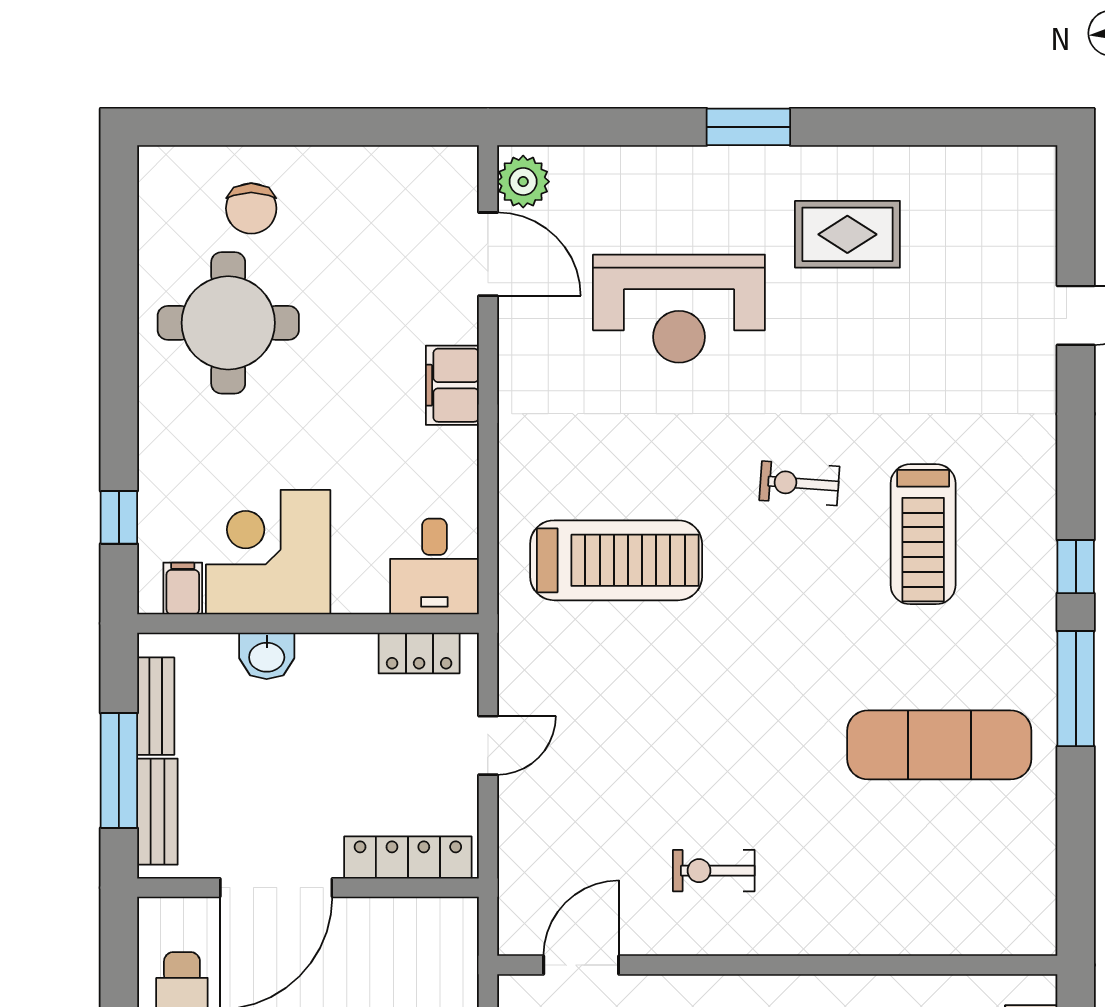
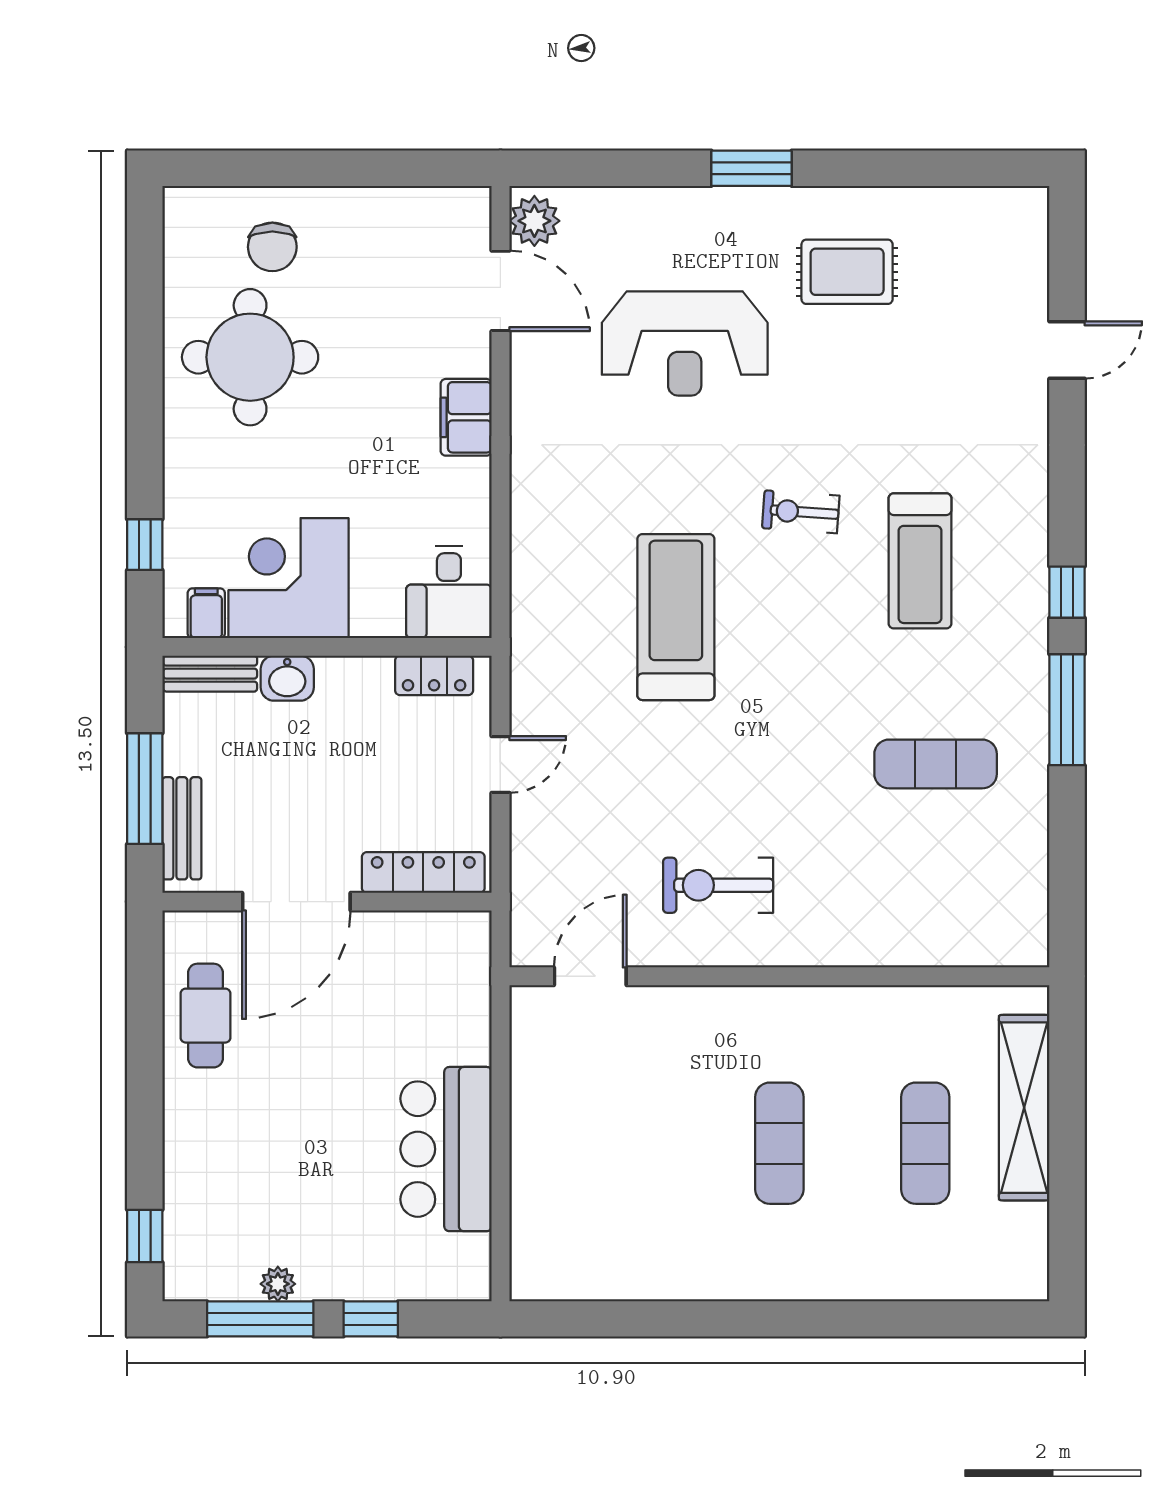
treadmill: (616, 560) -> (676, 617), moved, turned -90
bench: (156, 706) -> (210, 674), moved, turned 90
exercise mat: (939, 745) -> (936, 764), width x0.73, depth x0.69
exercise bike: (714, 871) -> (718, 885), width x1.38, depth x1.39

